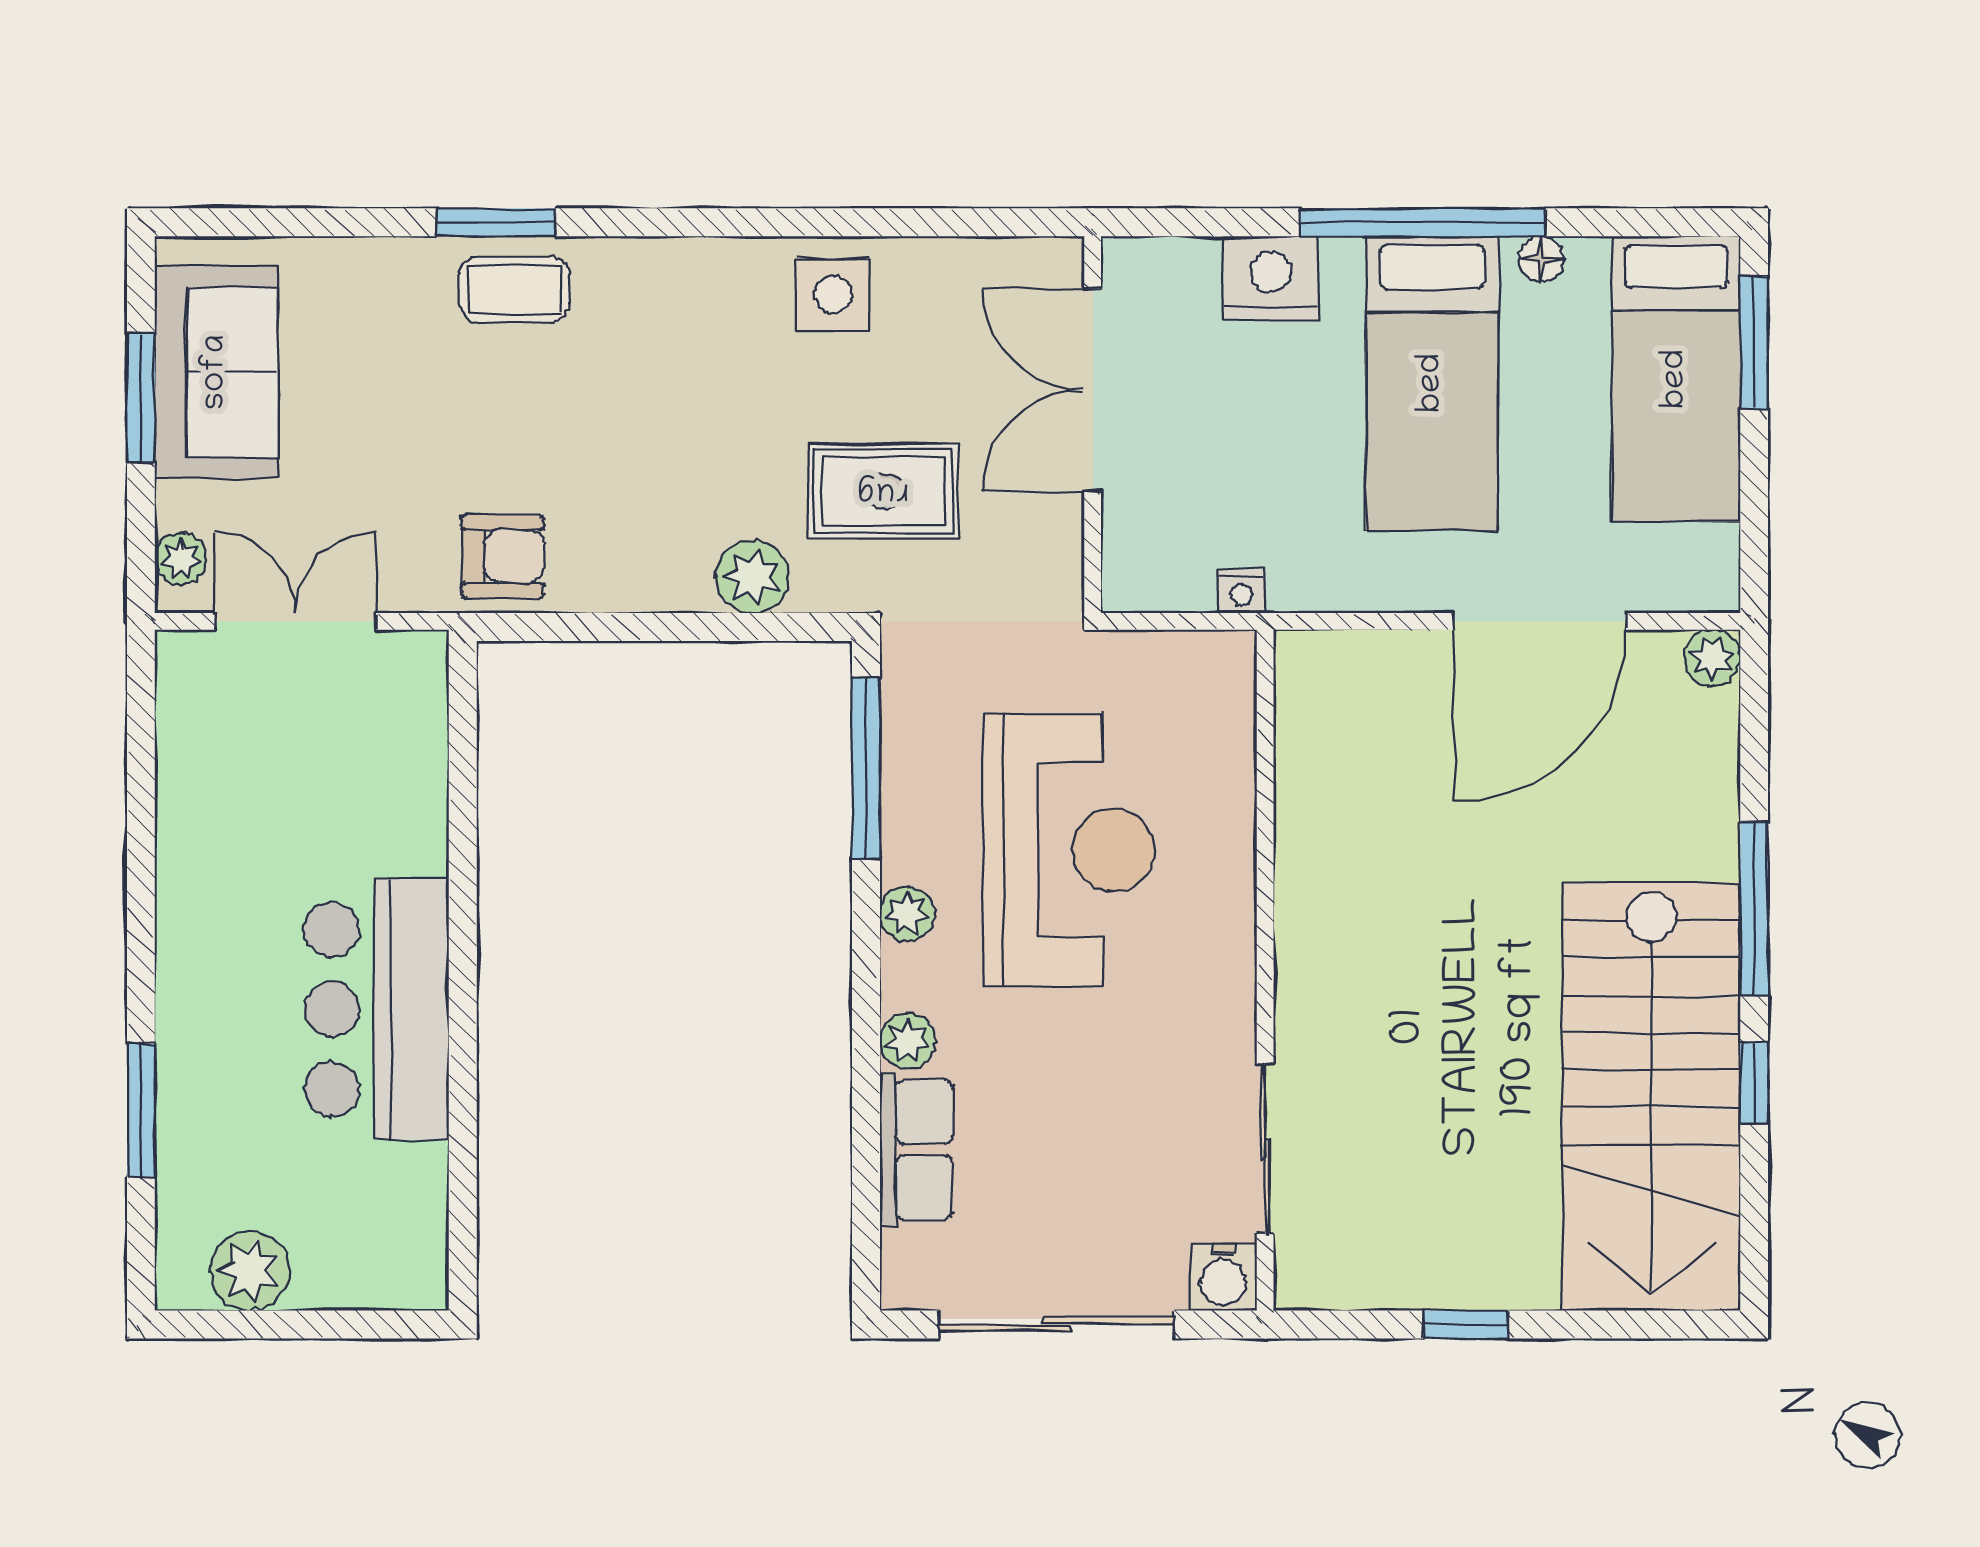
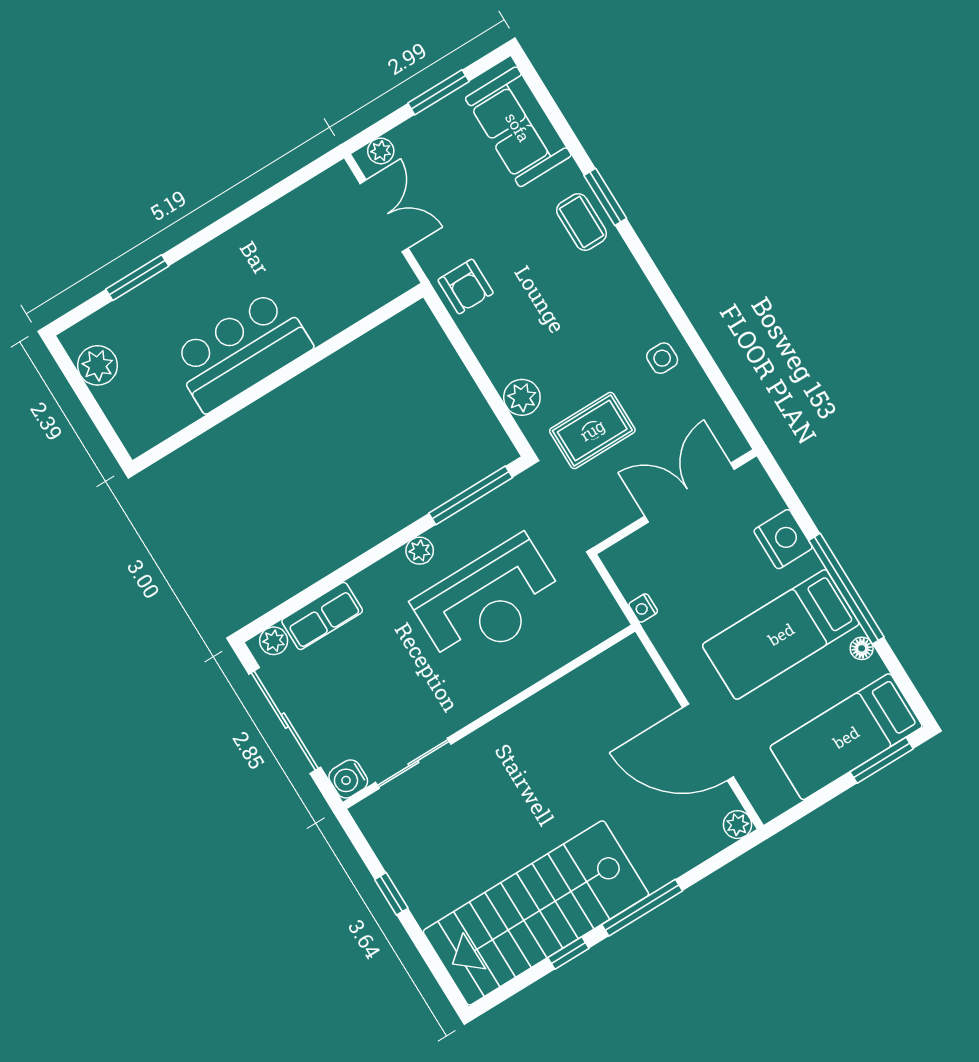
side table: (833, 295) -> (662, 358), width x0.73, depth x0.73
sofa: (216, 372) -> (518, 127), moved, turned 90
rug: (883, 491) -> (592, 430), turned 90
plant: (908, 1041) -> (274, 641), moved

